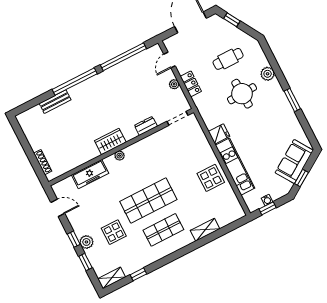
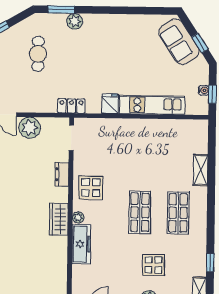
plant: (174, 84) -> (30, 128), width x1.88, depth x1.88
locker: (191, 84) -> (71, 106), moved
round table: (242, 94) -> (81, 58), removed
window: (292, 100) -> (61, 9), moved
freezer: (90, 174) -> (81, 244), moved
display table: (211, 178) -> (91, 188), moved
shop shelf: (148, 200) -> (140, 212), width x0.70, depth x0.74

